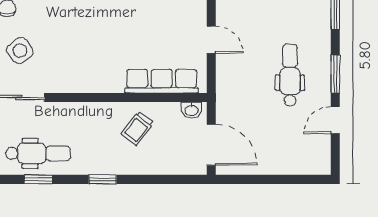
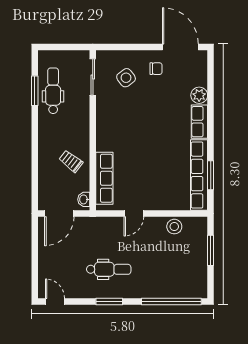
door: (335, 120) -> (55, 301), moved
dental chair: (38, 153) -> (53, 91), turned 180
window: (38, 179) -> (35, 91), width x1.50
window: (103, 179) -> (35, 136), removed

